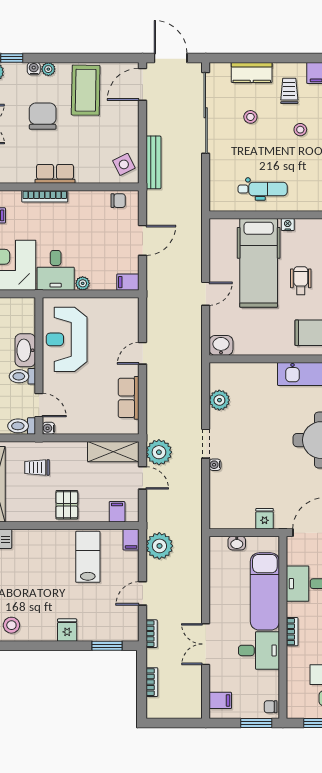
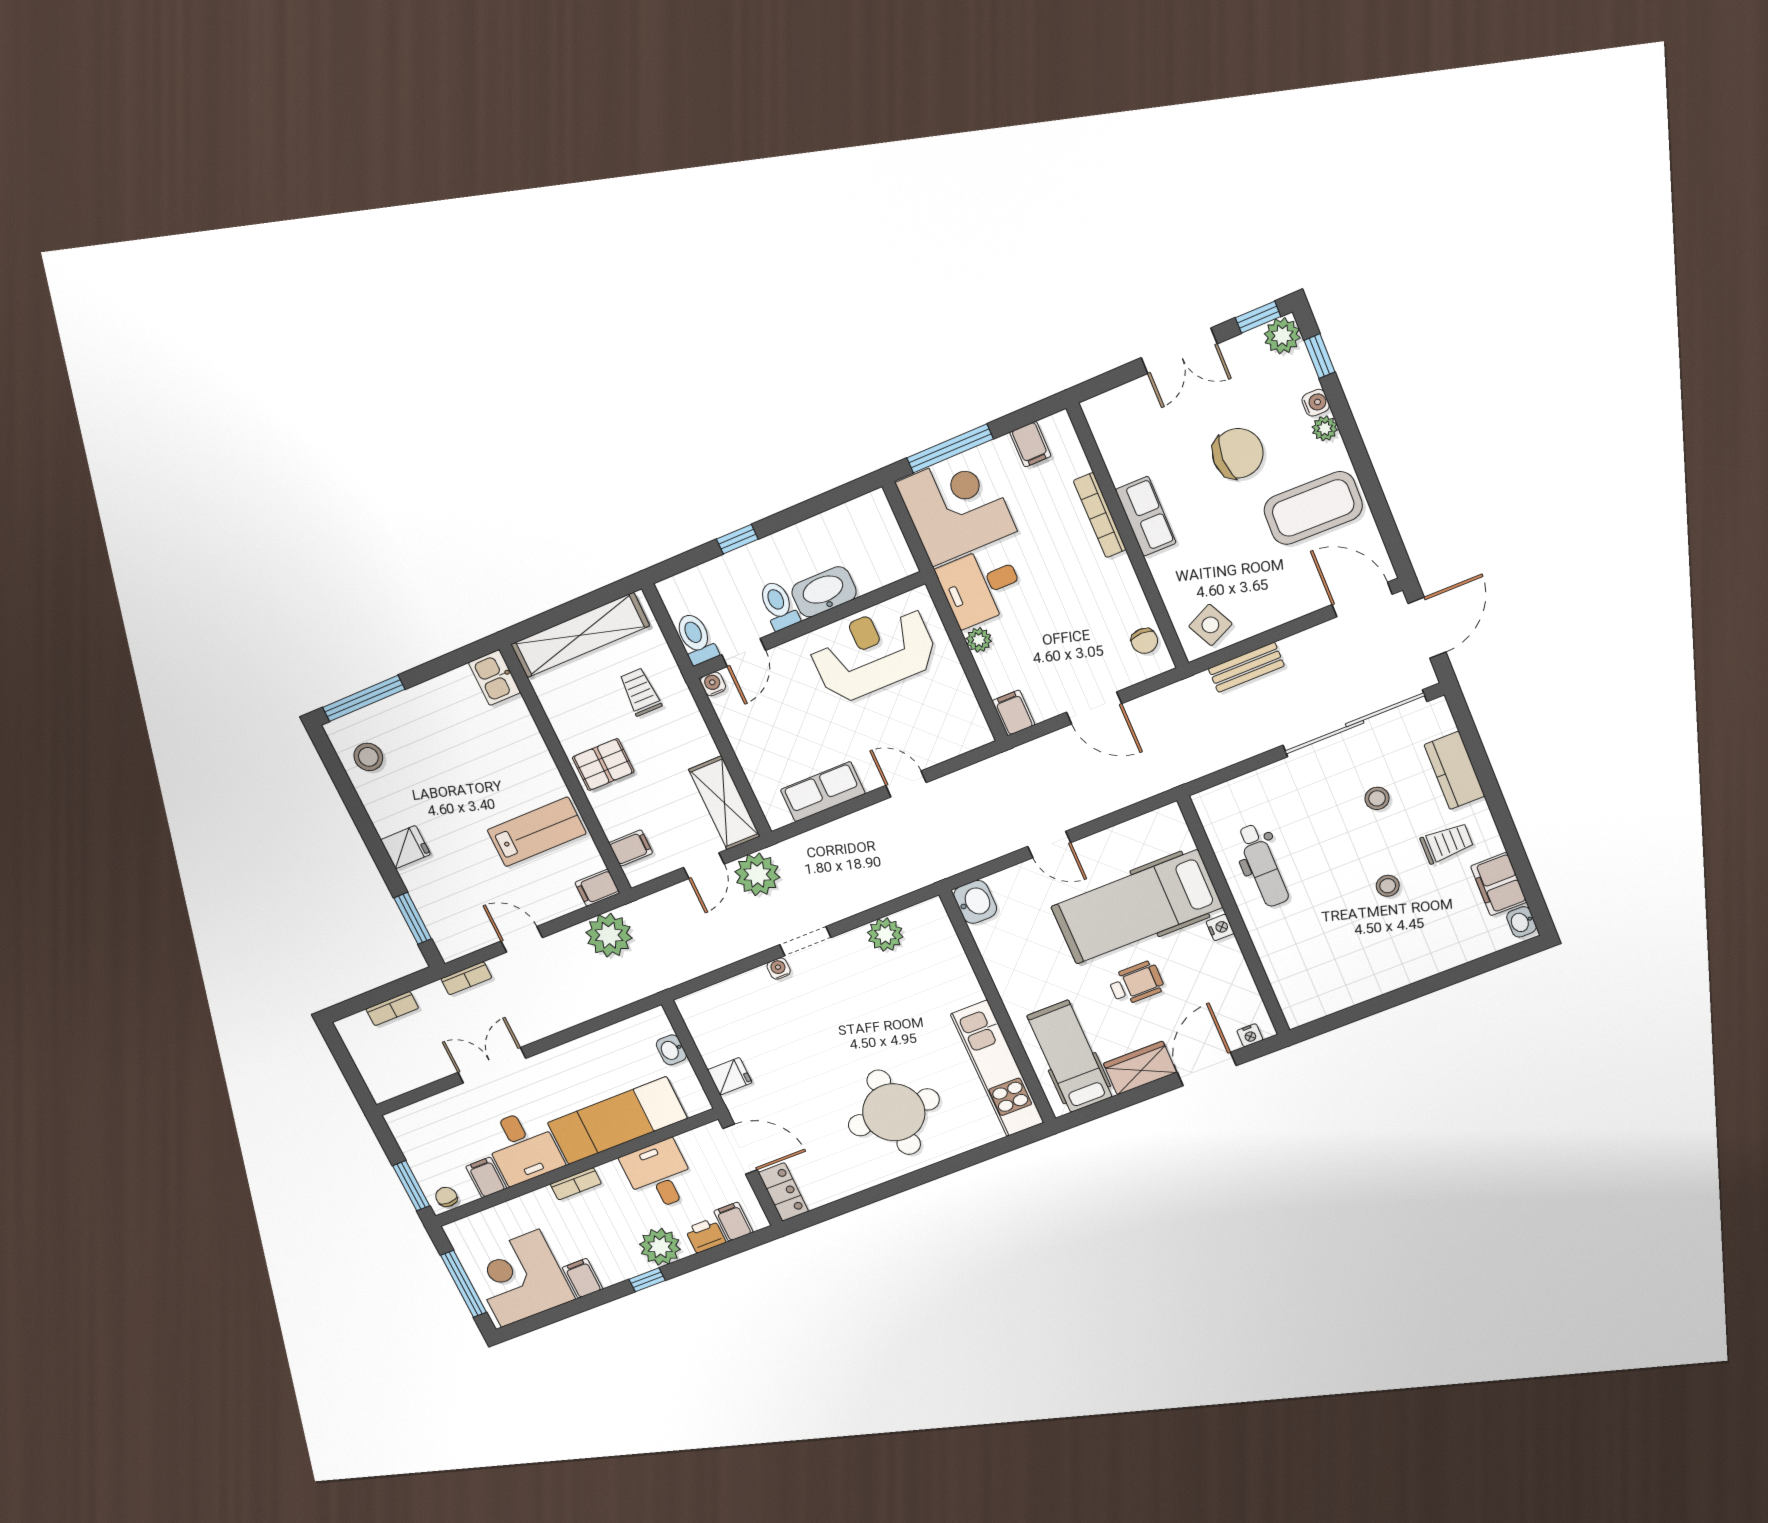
bench: (153, 162) -> (1246, 667), width x0.73
filing cabinet: (220, 700) -> (486, 1177), moved, turned 180

